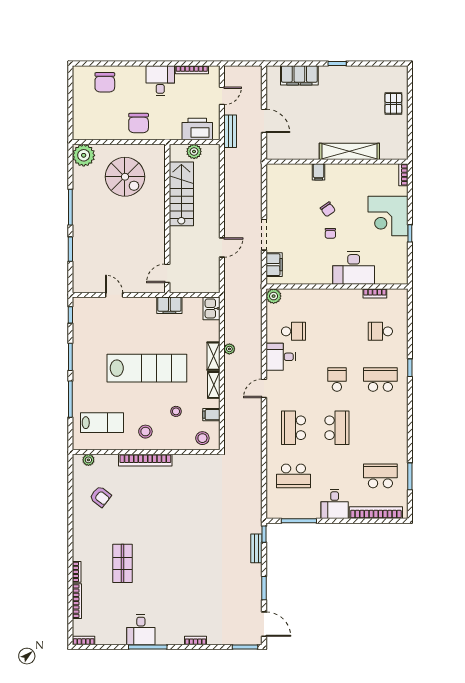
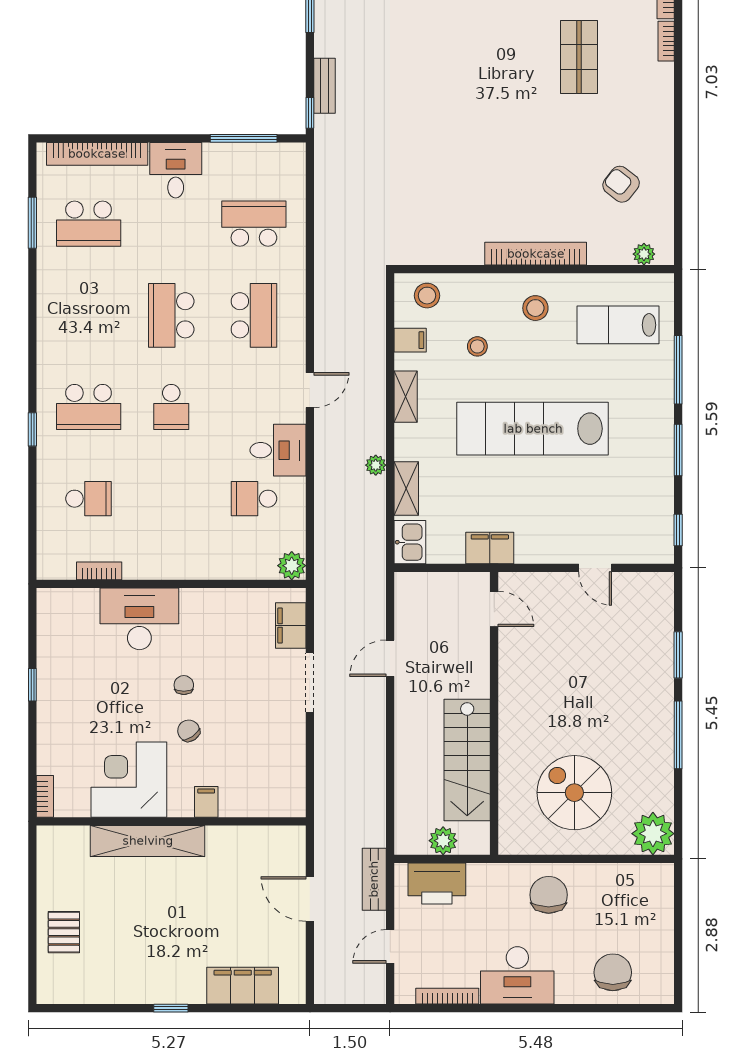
desk: (160, 81) -> (517, 975), width x1.37
corner desk: (388, 216) -> (129, 780), moved, turned -90
door: (167, 273) -> (494, 609), hinge flipped
shelving: (213, 356) -> (406, 489), moved

